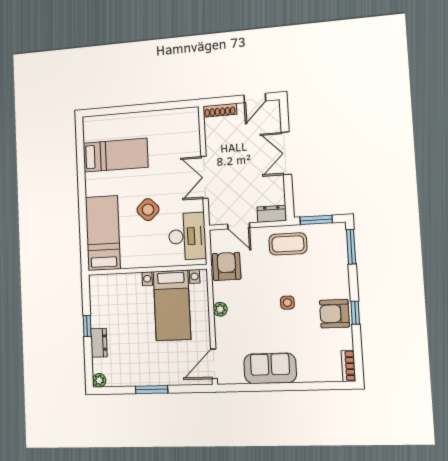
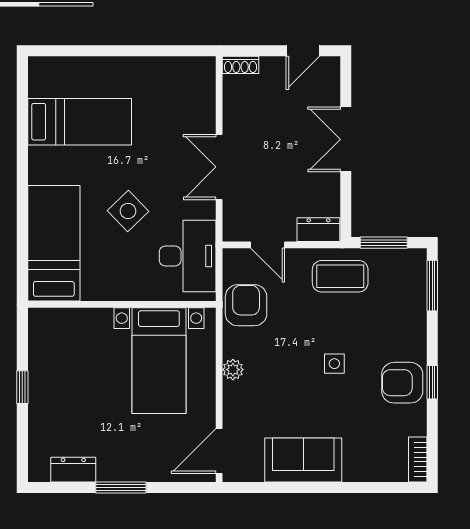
shoe rack: (220, 110) -> (240, 65), width x0.70
dresser: (99, 343) -> (73, 470), moved, turned -90
plant: (99, 380) -> (38, 472), removed

